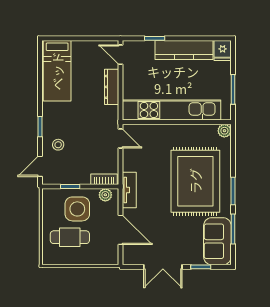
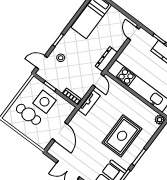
dresser: (112, 87) -> (106, 59), moved
rug: (195, 181) -> (122, 136), width x0.73, depth x0.69
tv unit: (129, 190) -> (89, 103), moved
plant: (105, 195) -> (66, 106), removed

